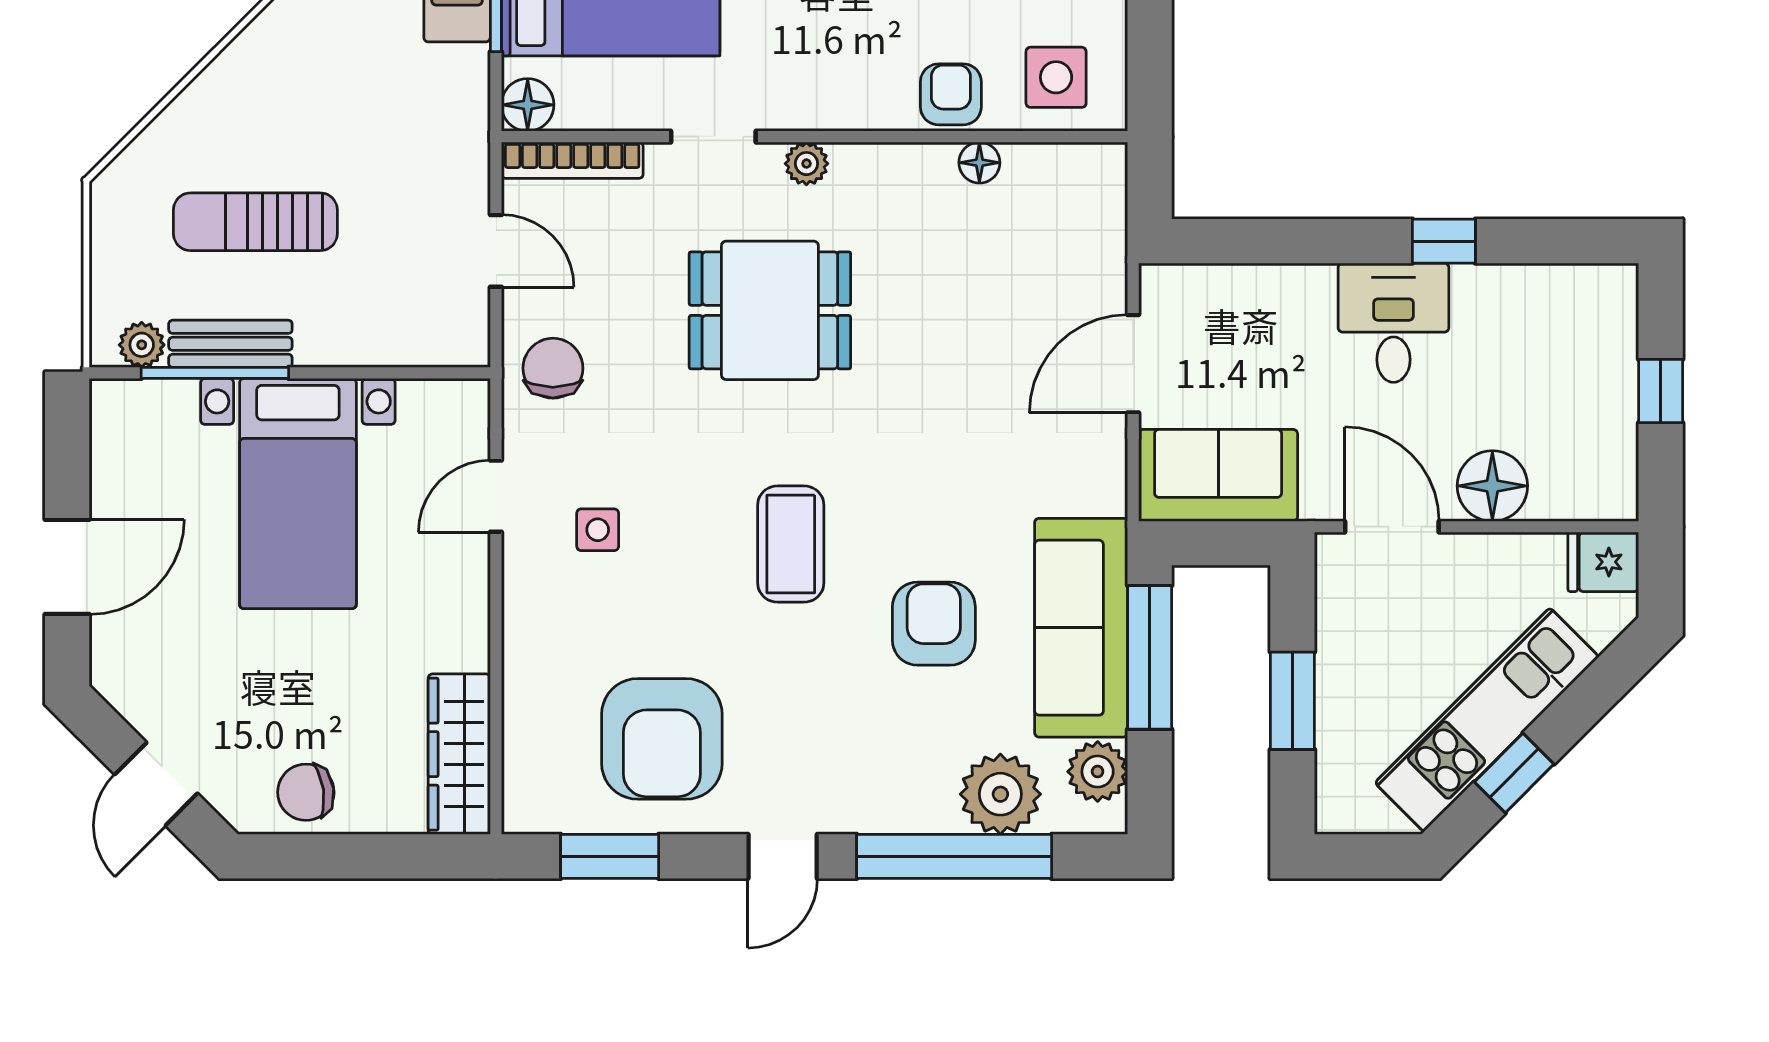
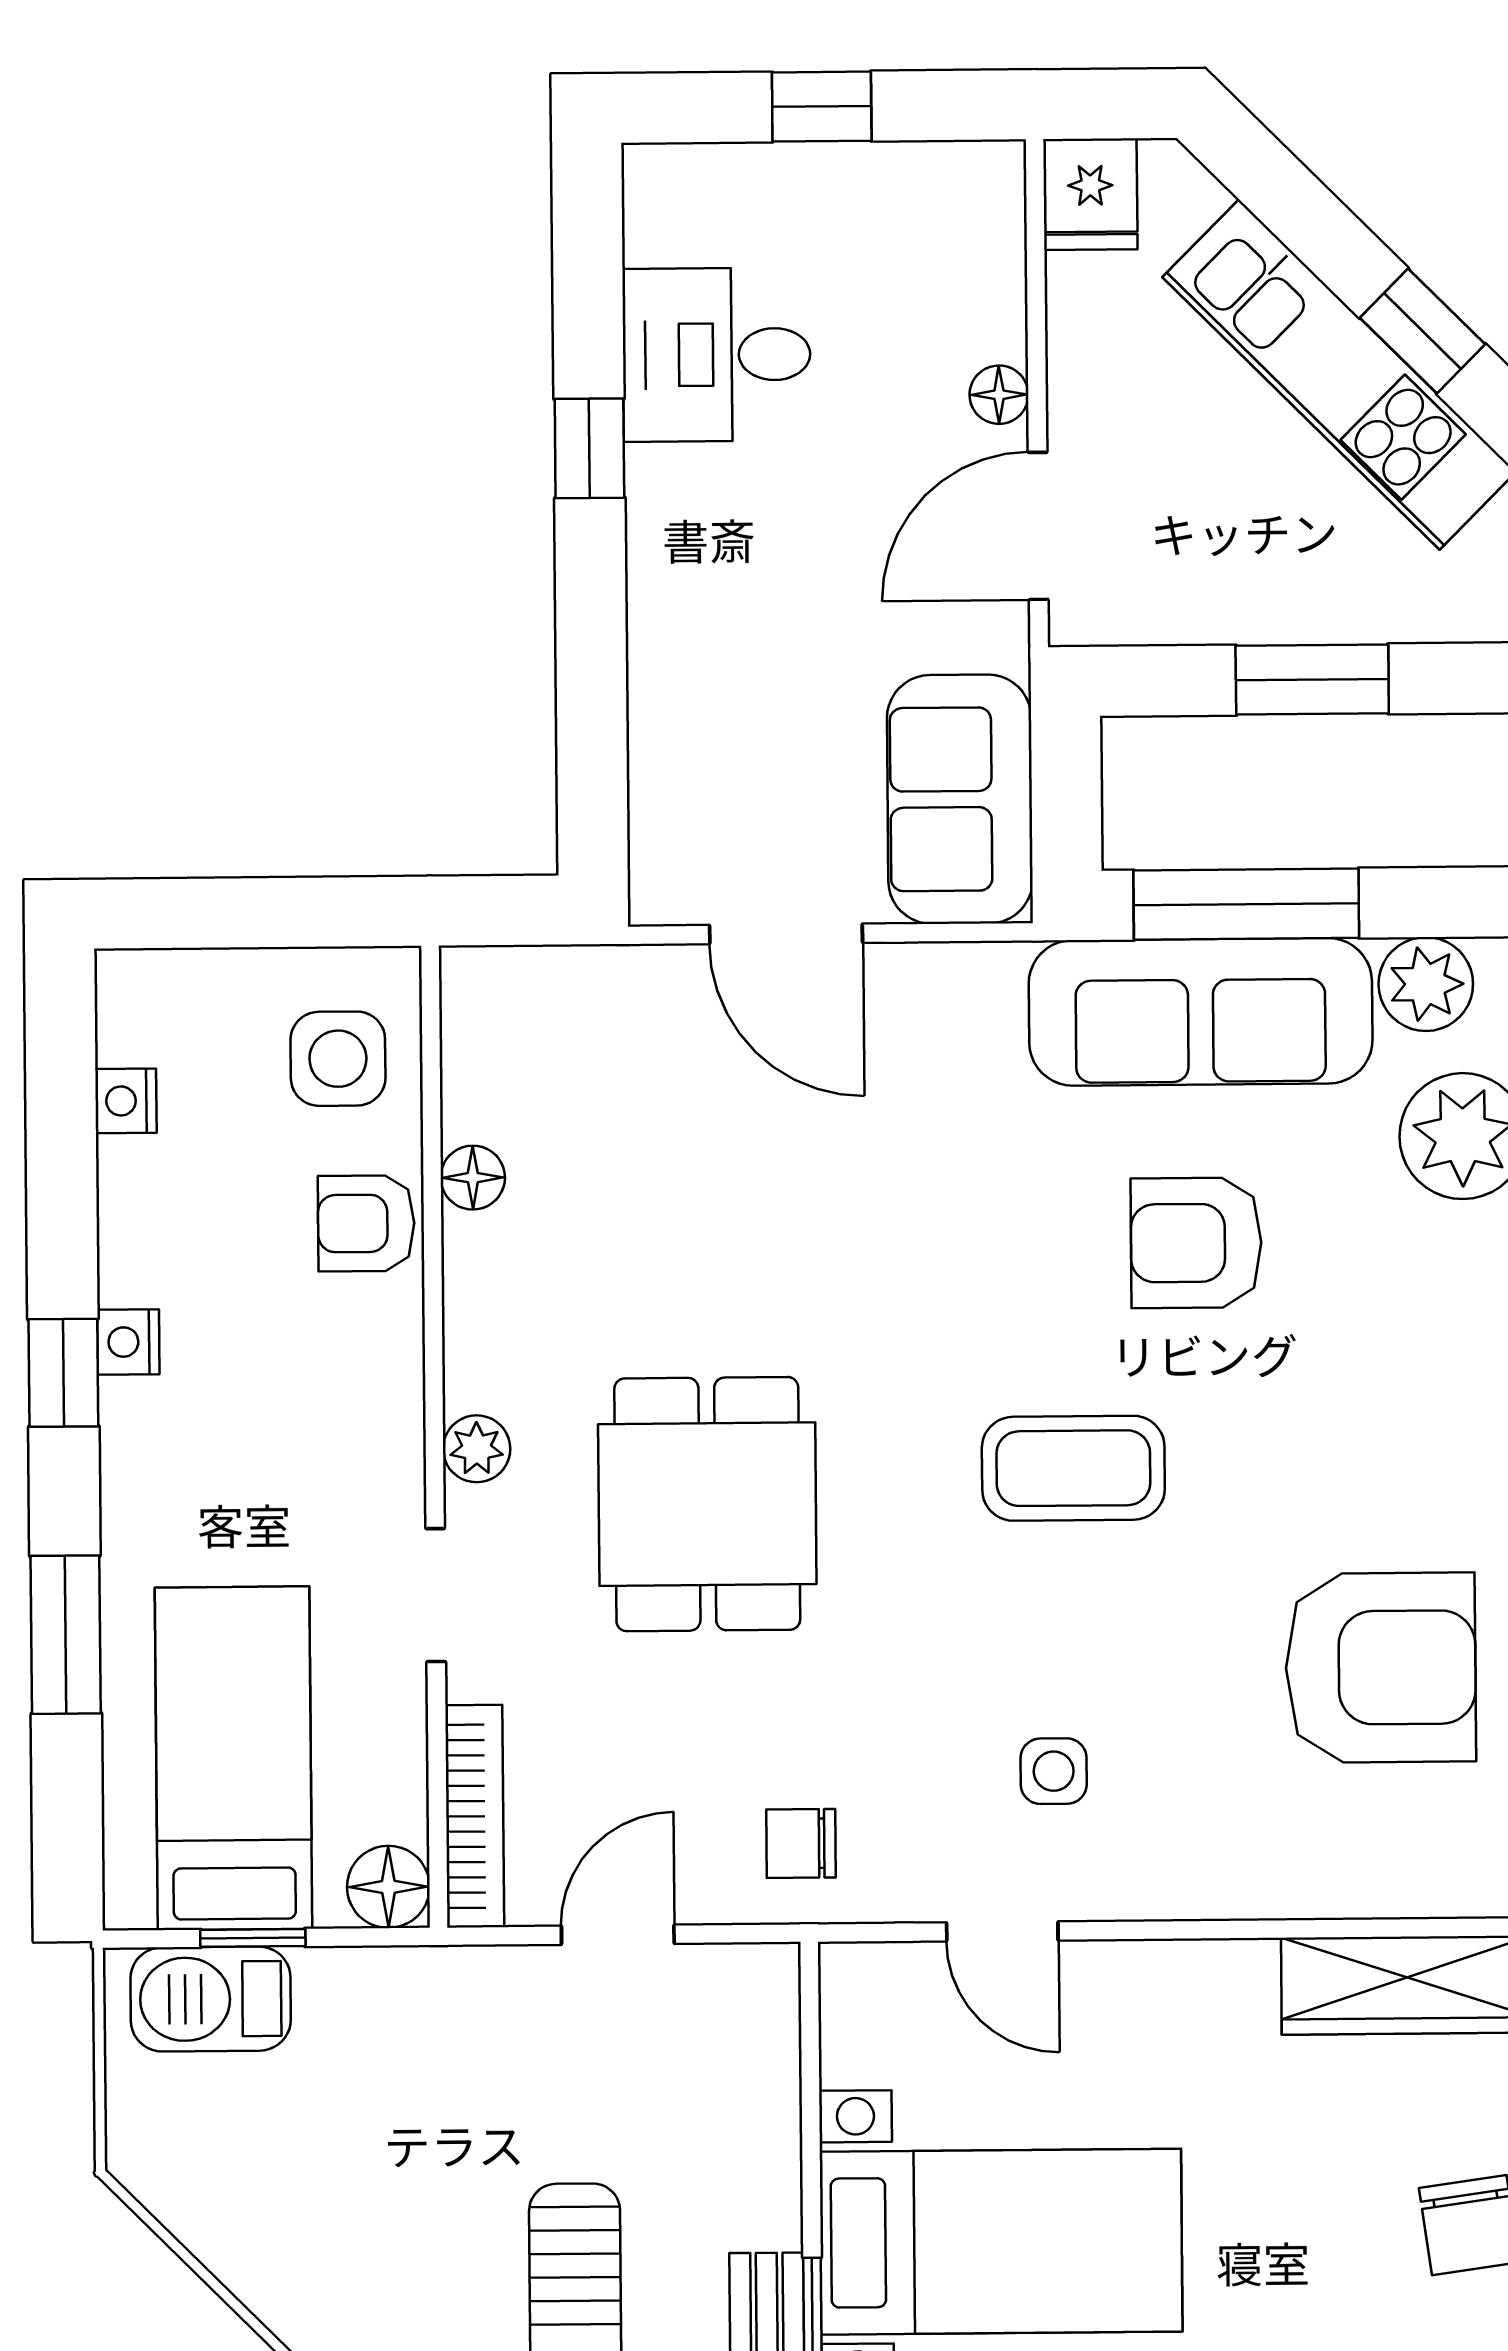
desk: (1393, 323) -> (717, 355), moved
chair: (553, 368) -> (801, 1843), width x0.73, depth x0.73
floor lamp: (1492, 486) -> (999, 395), width x0.53, depth x0.53

